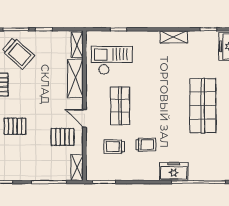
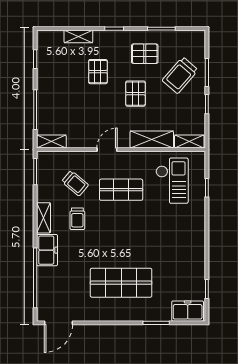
shelving: (174, 37) -> (44, 218), moved
pallet: (63, 137) -> (135, 94), moved
trolley: (114, 147) -> (75, 183), turned 130

